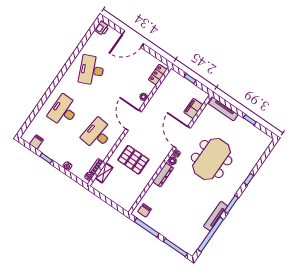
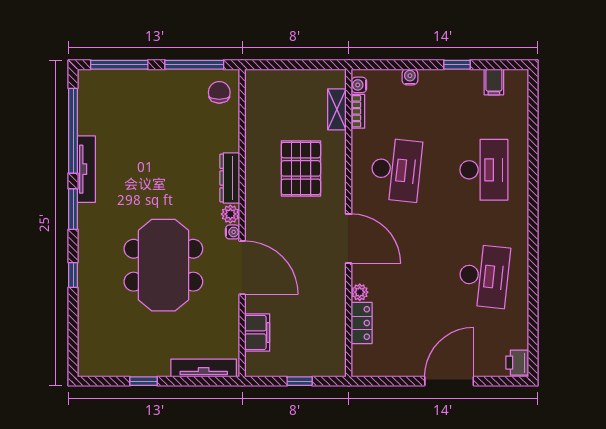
desk: (92, 70) -> (484, 276), turned 30
locker: (158, 75) -> (362, 323), moved
pallet: (133, 160) -> (301, 168), turned 90

